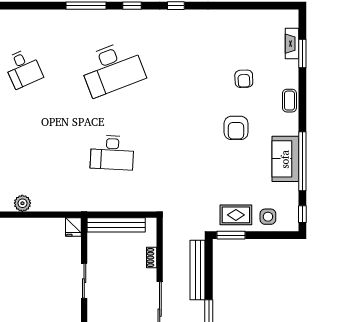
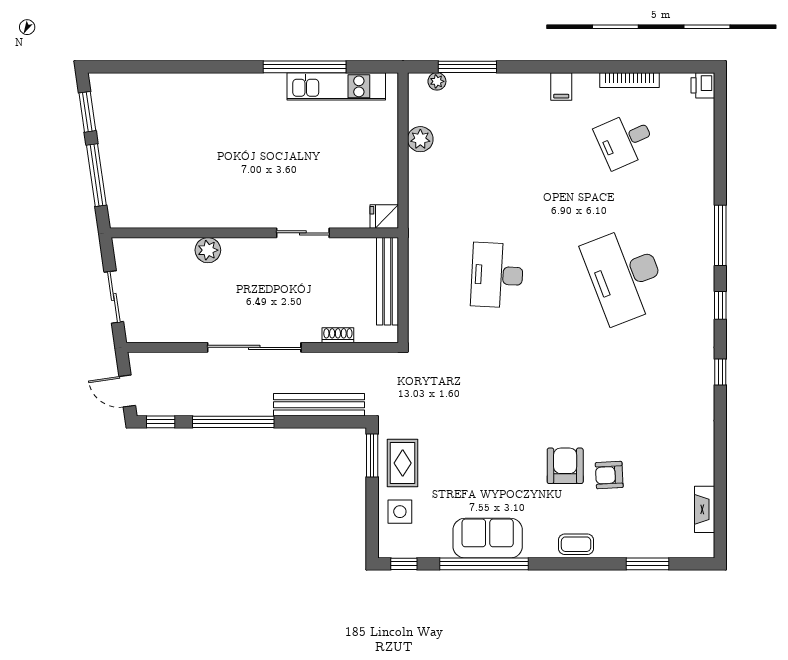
fireplace: (292, 44) -> (705, 509), moved, turned -90
armchair: (236, 128) -> (565, 466), moved, turned 90

